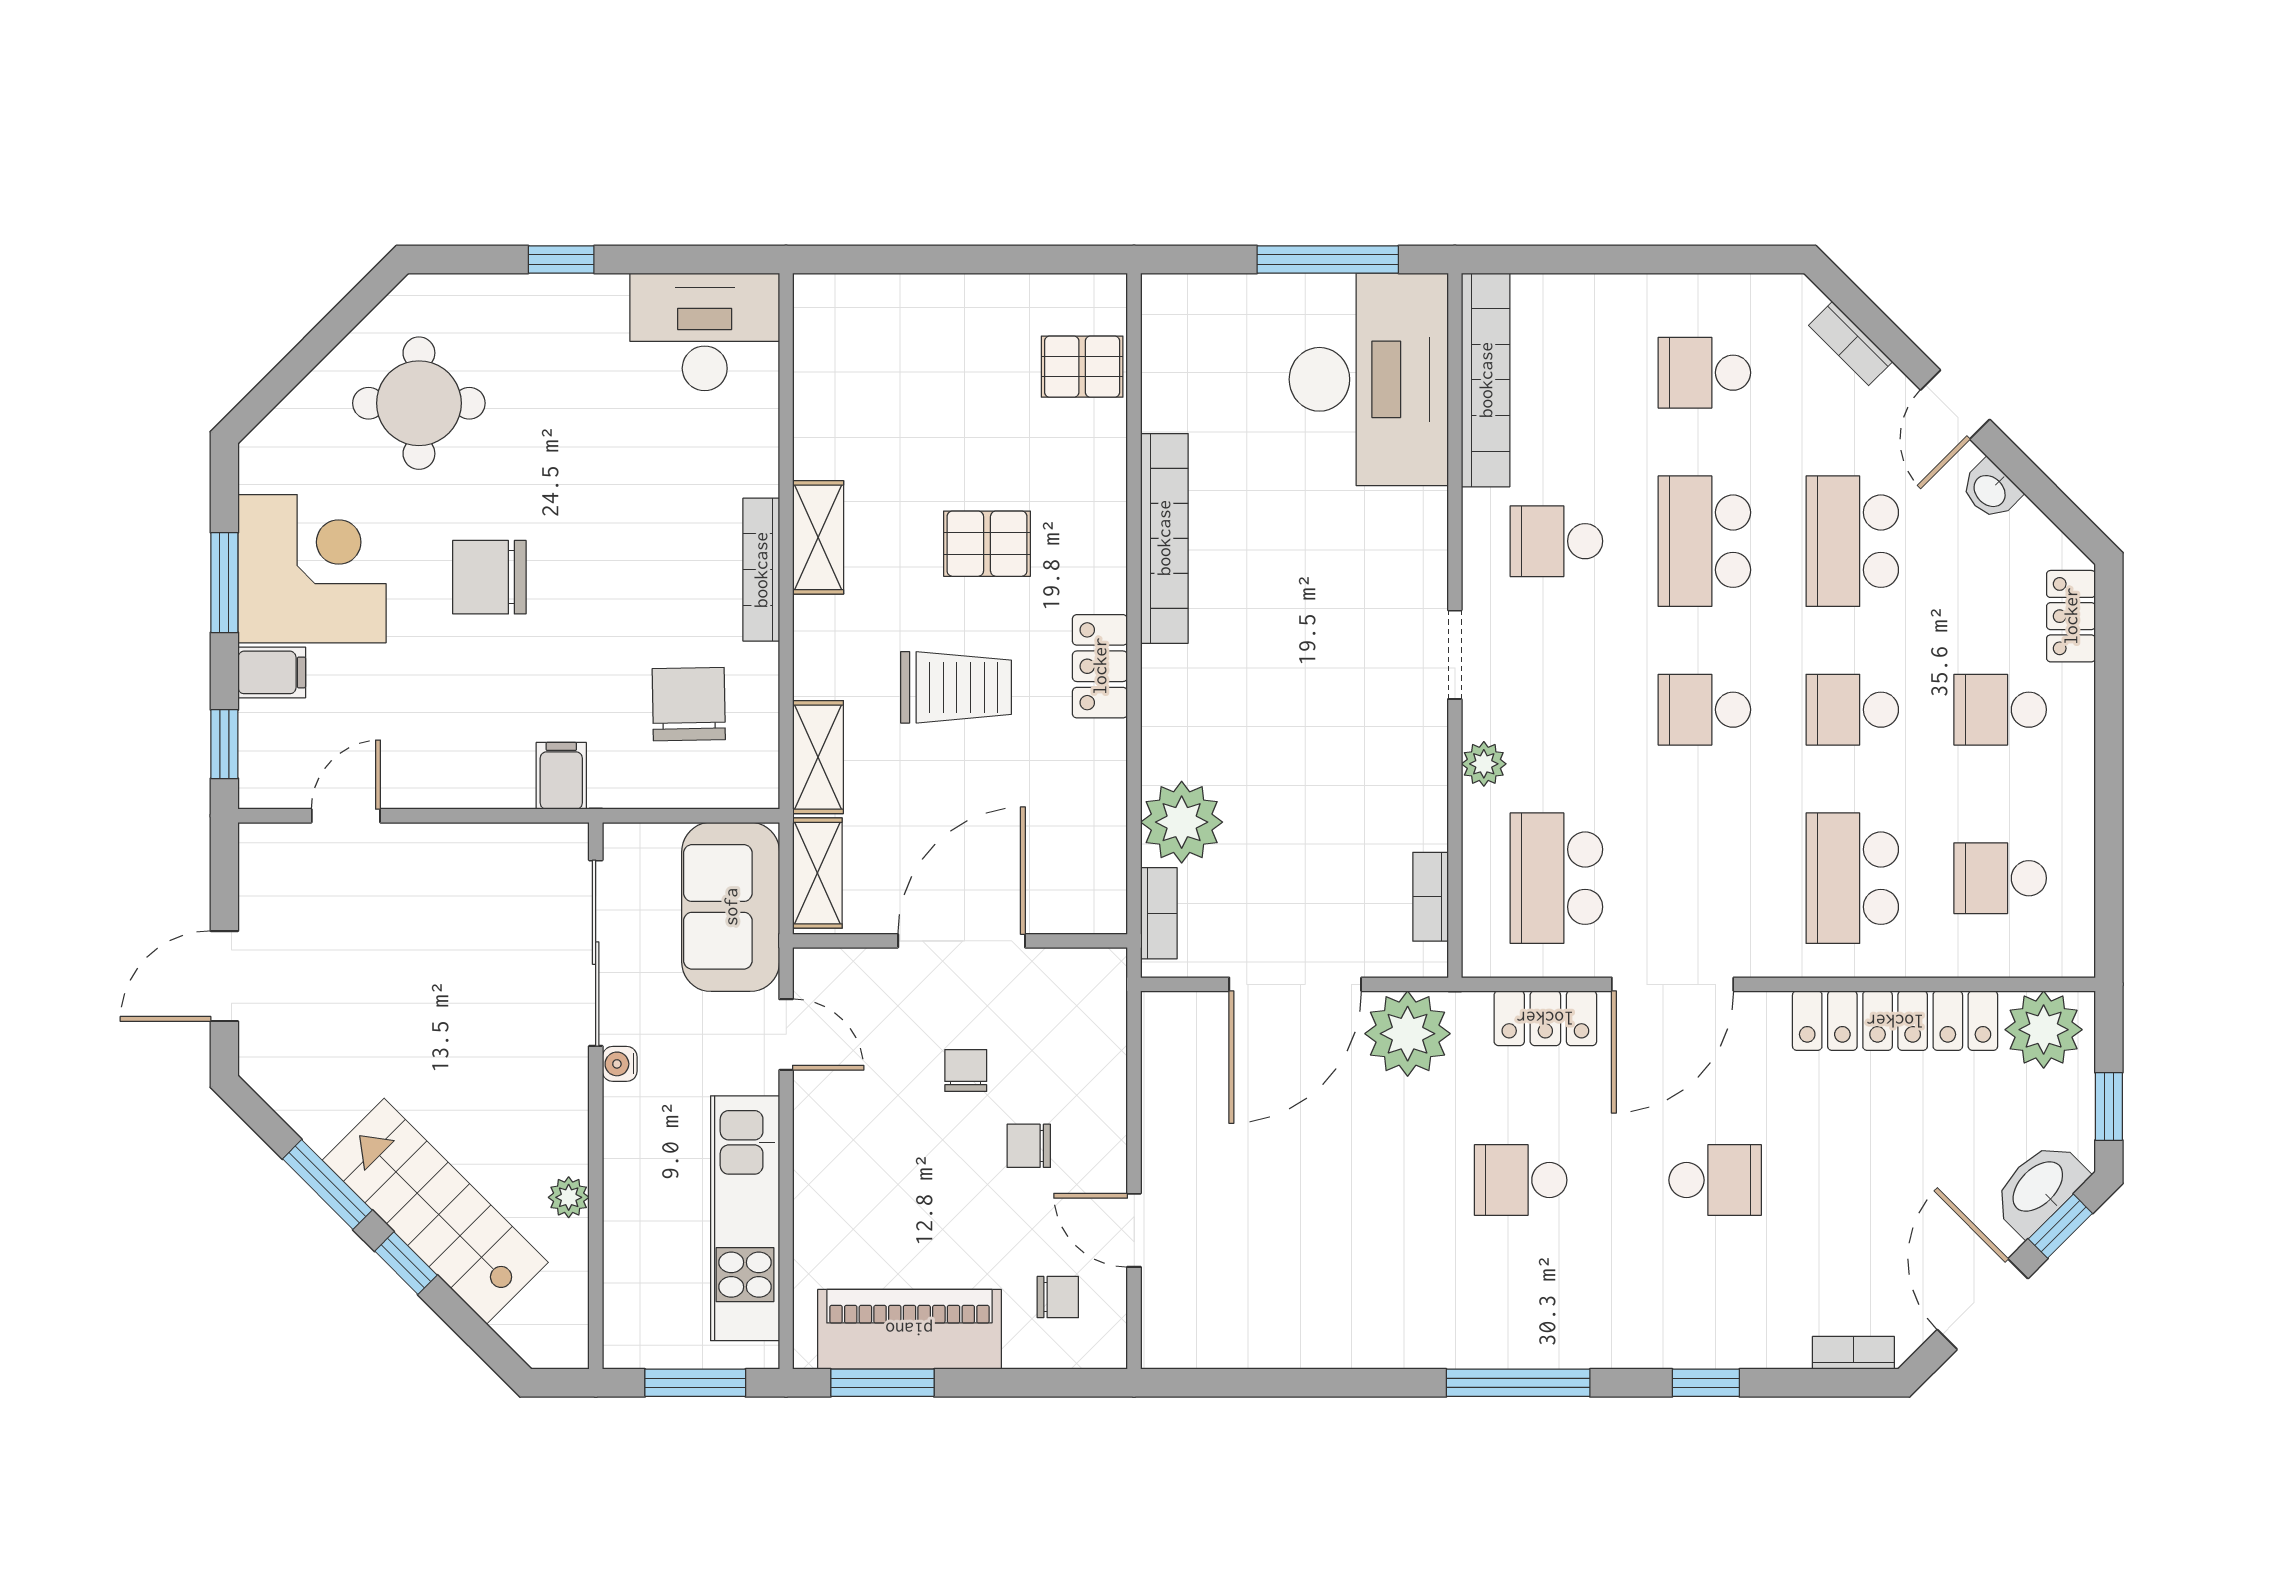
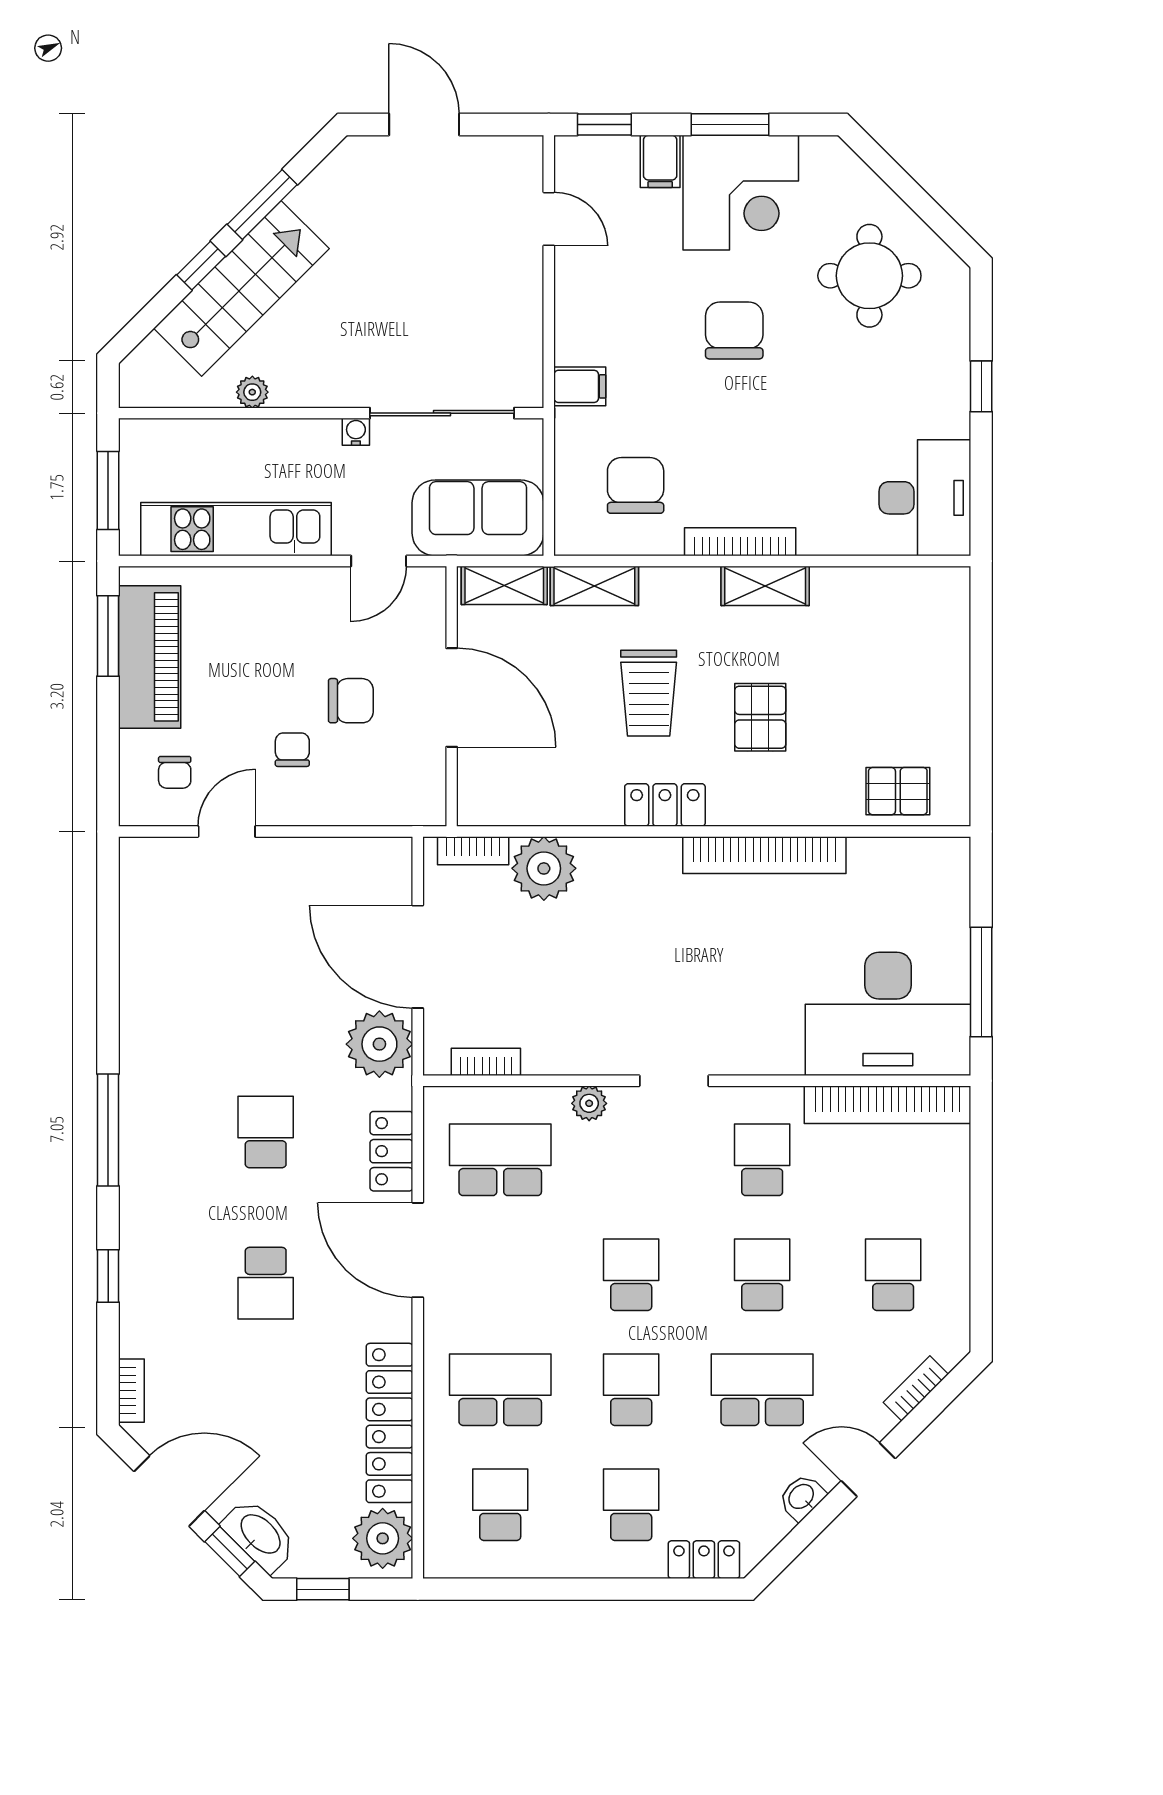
pallet: (1082, 367) -> (898, 791), turned 90
school desk: (1704, 541) -> (762, 1275), width x0.54
chair: (689, 704) -> (636, 485), turned -89
chair: (966, 1071) -> (351, 701), width x1.37, depth x1.37

